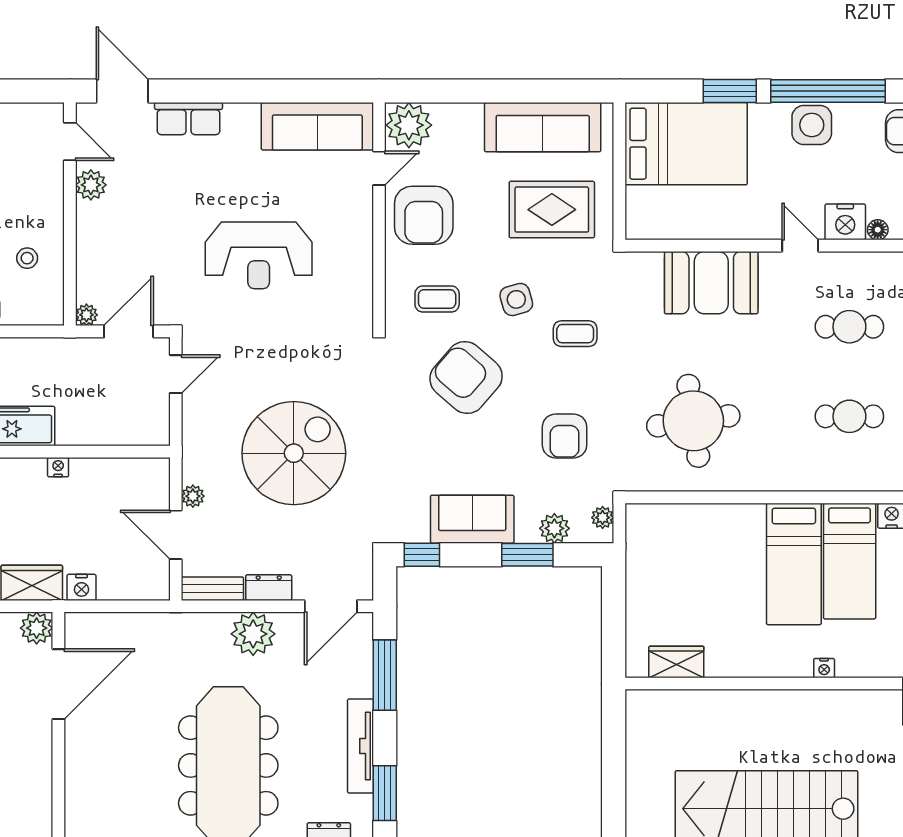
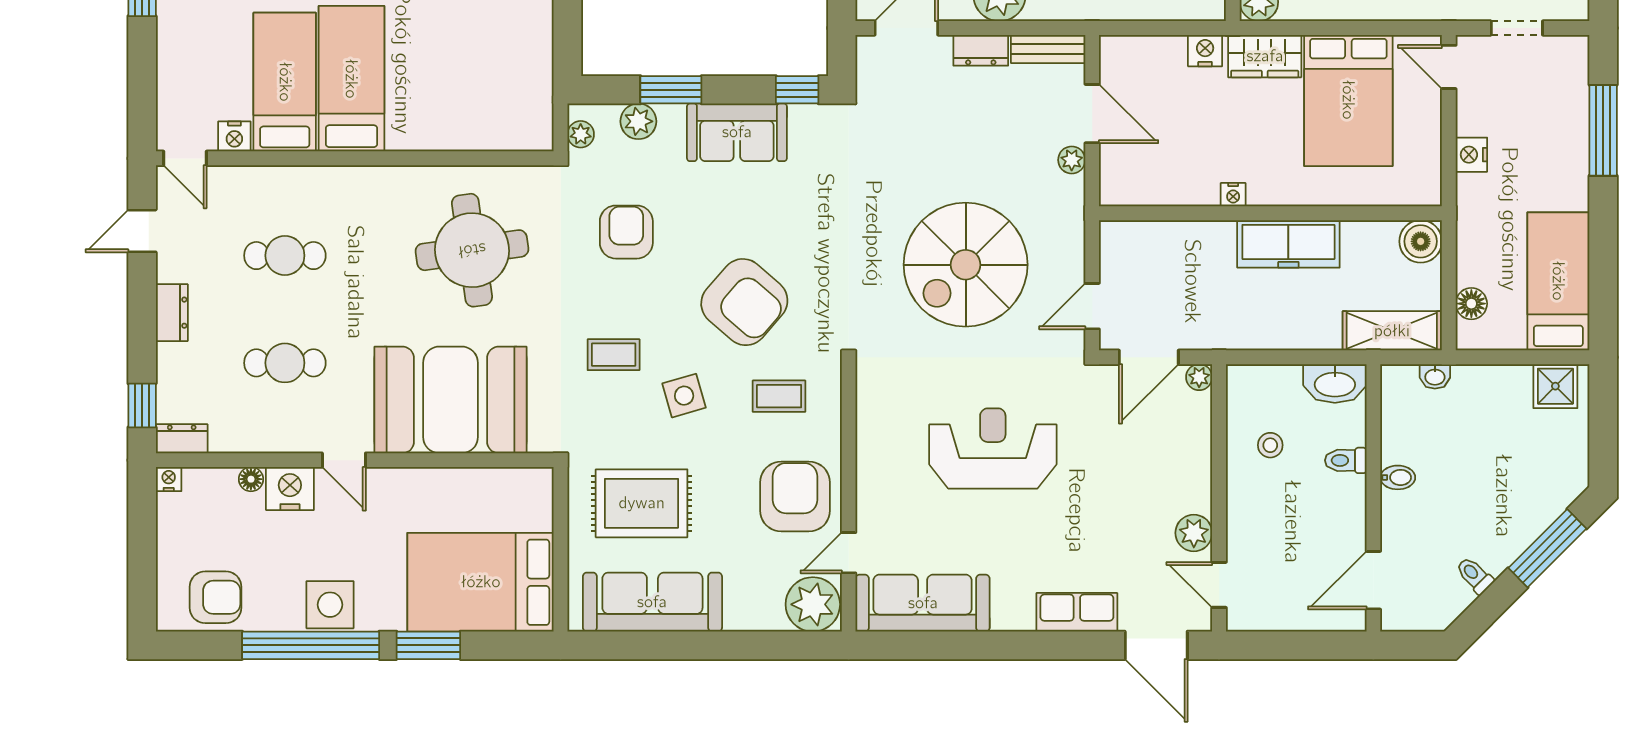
booth: (711, 283) -> (451, 400), width x1.36, depth x1.42
spiral stairs: (294, 453) -> (966, 265), moved

